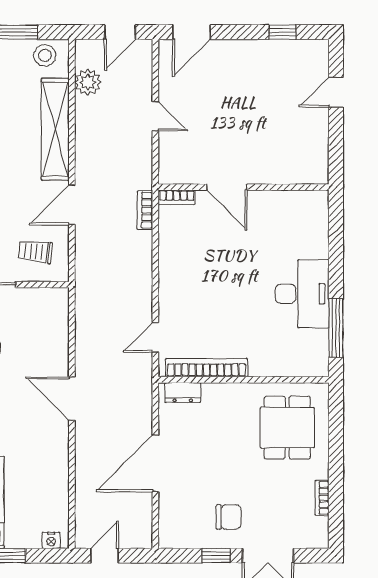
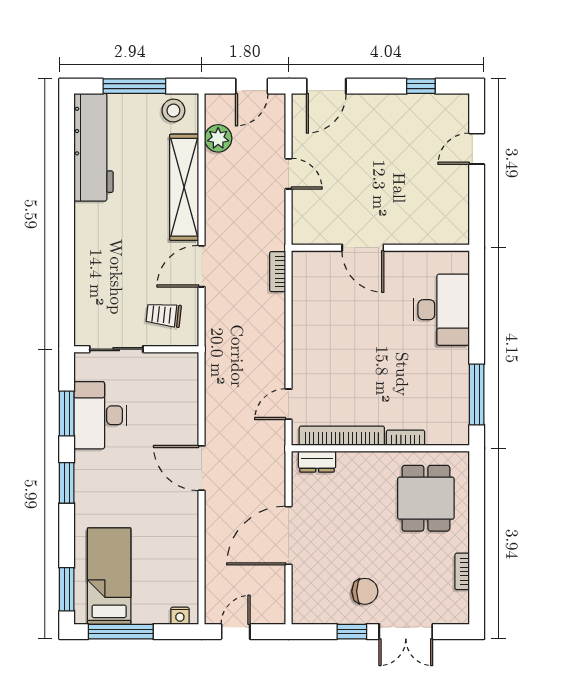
bookcase: (177, 197) -> (405, 438), moved, turned 180
desk: (302, 294) -> (441, 310), moved

